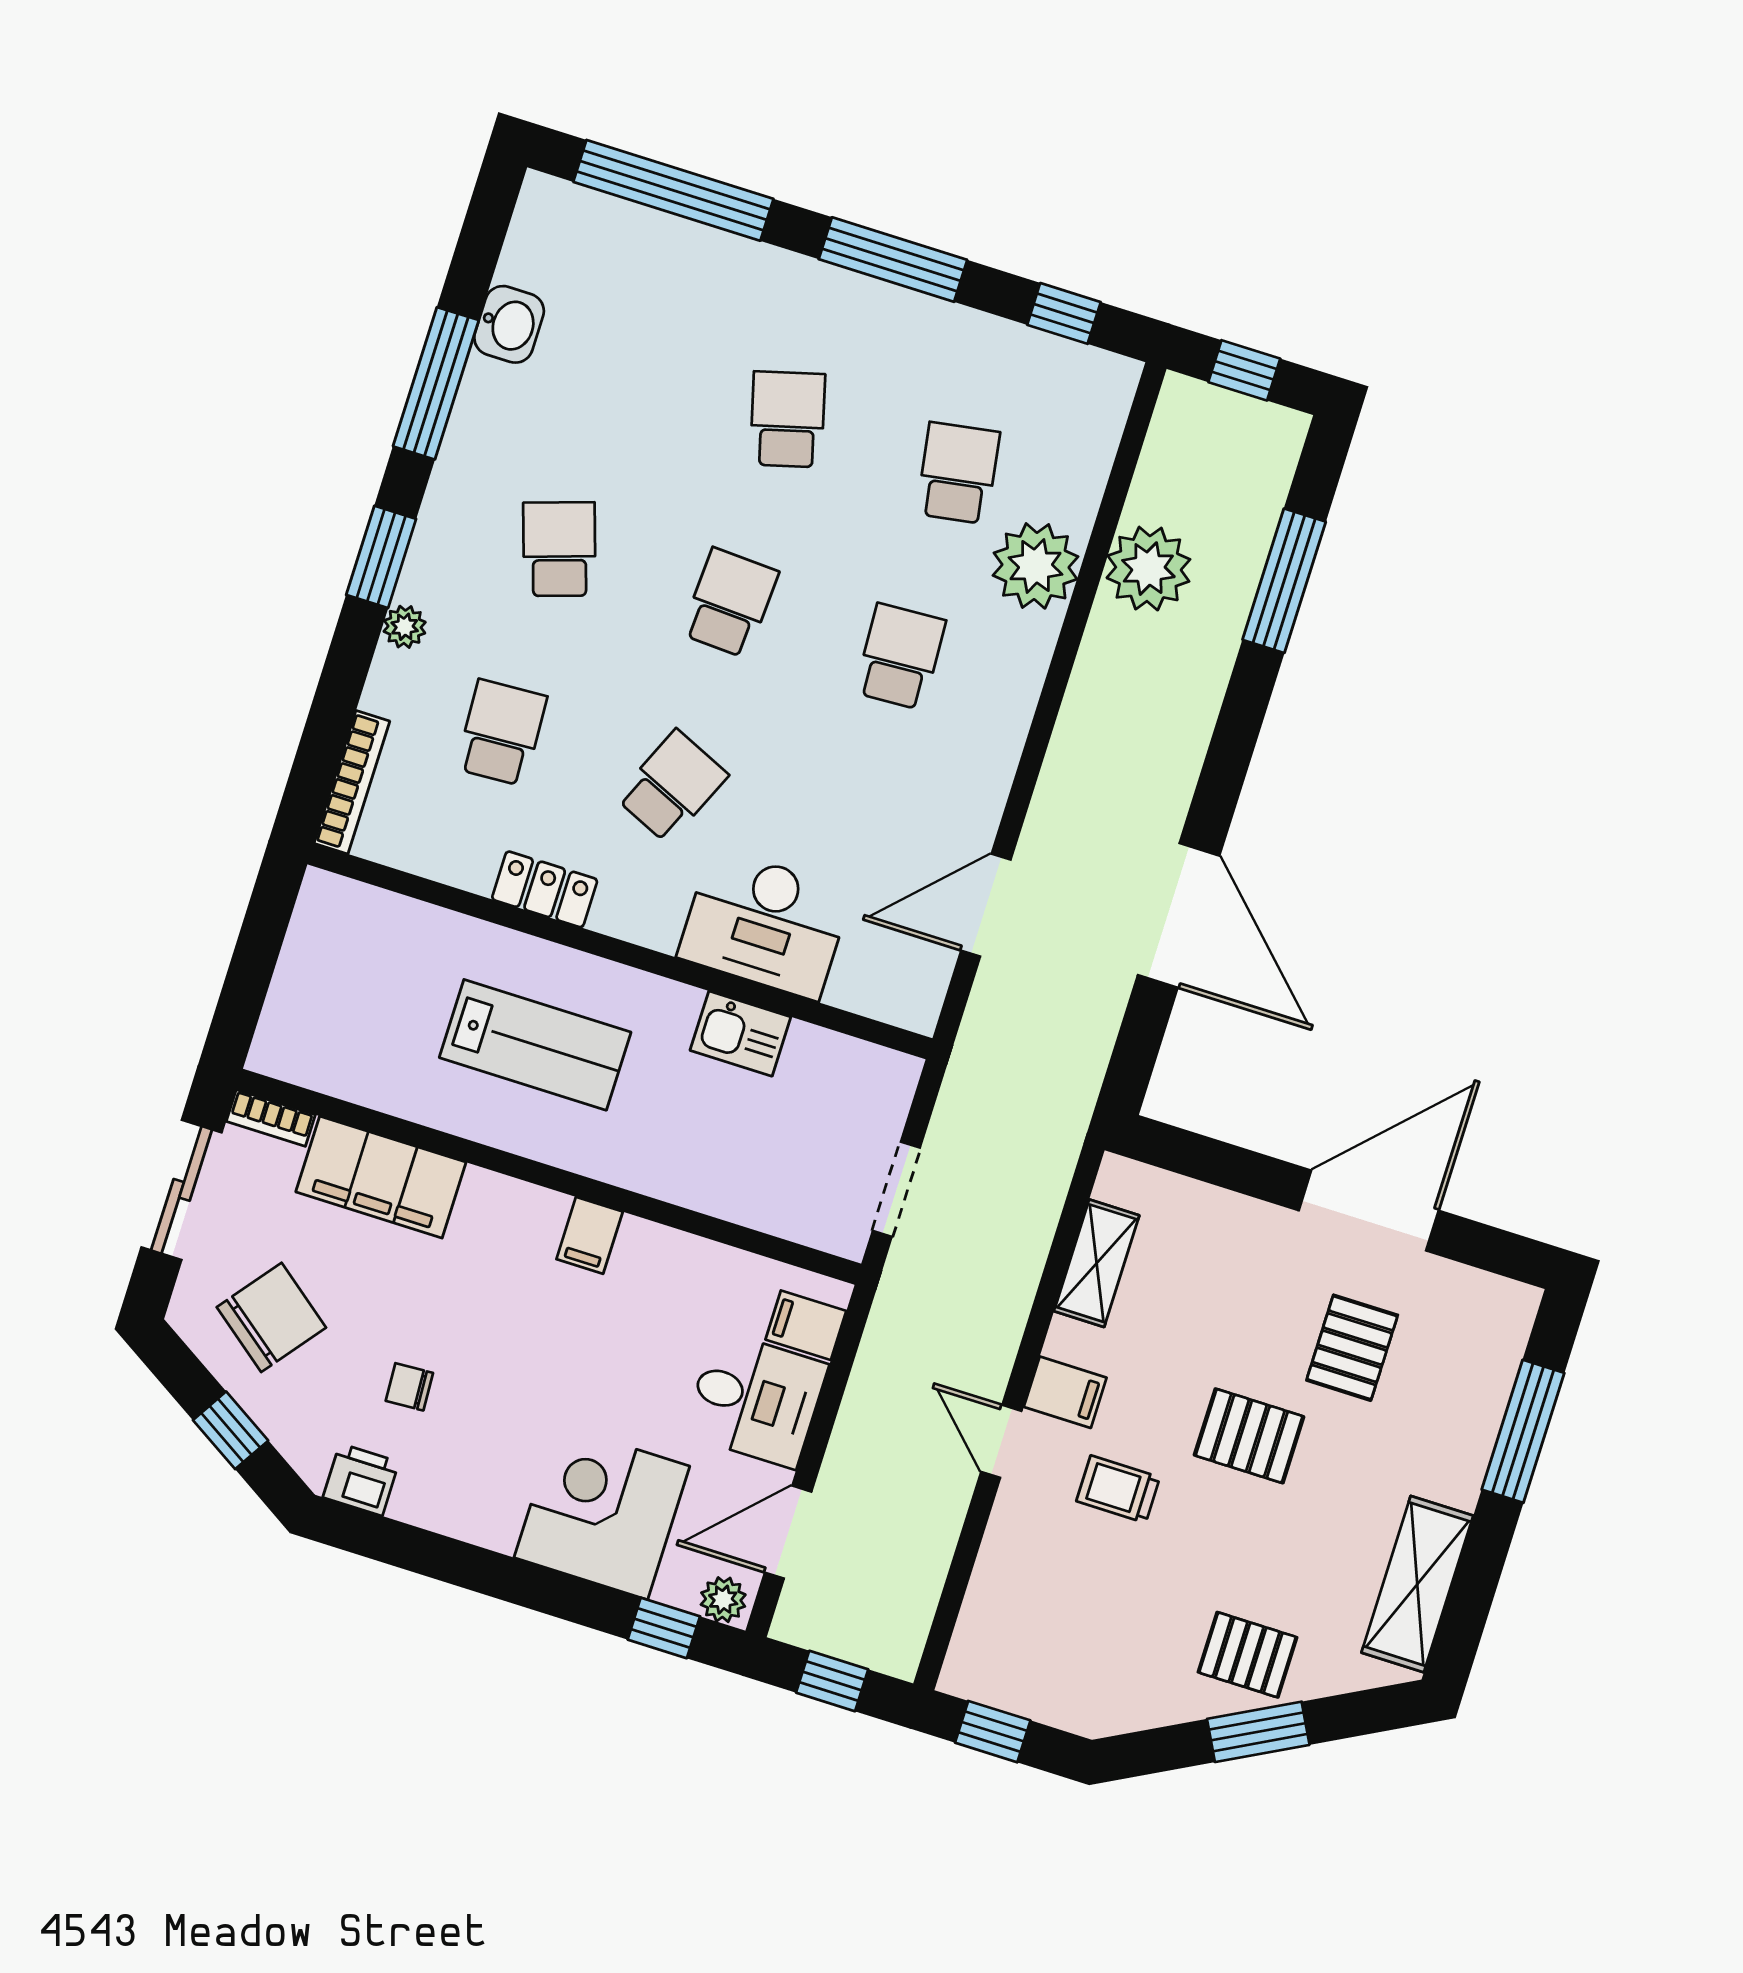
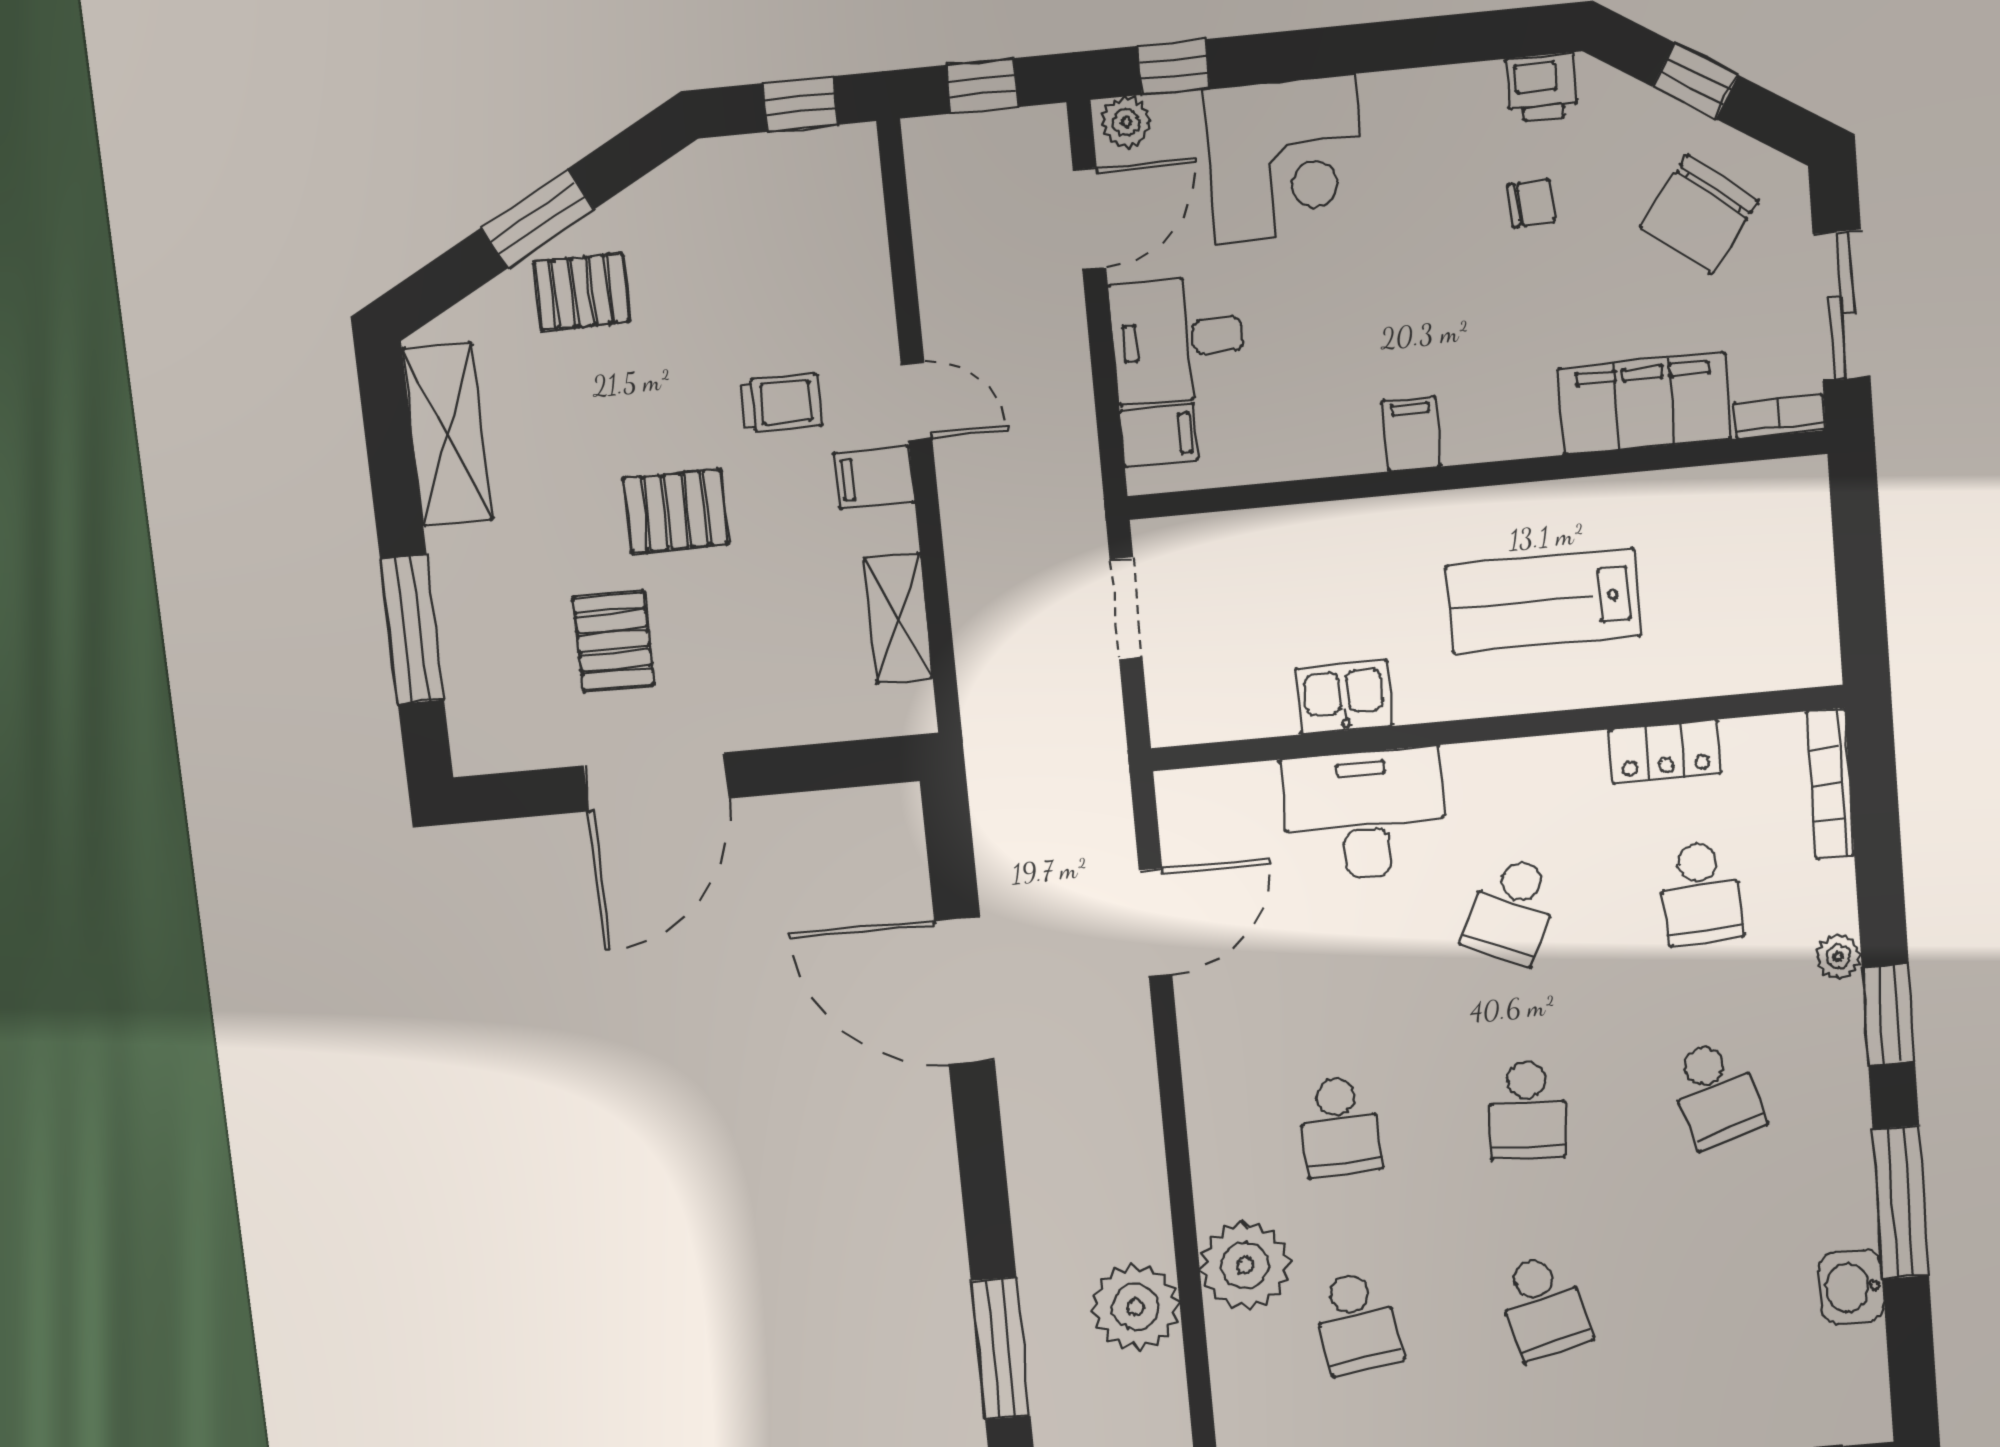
locker: (545, 889) -> (1665, 752), moved

